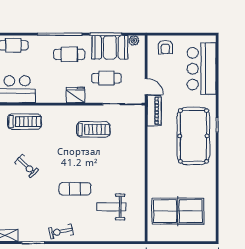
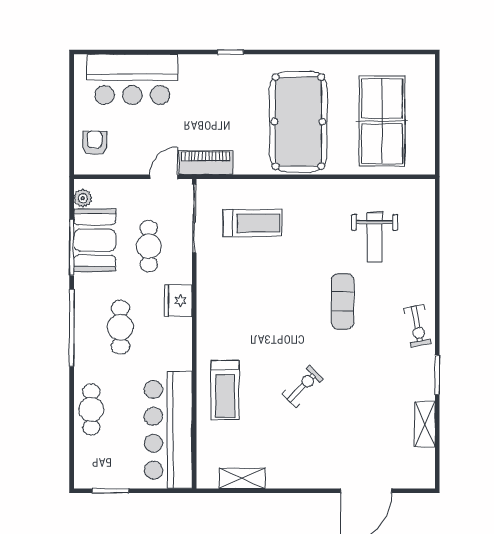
armchair: (165, 47) -> (94, 143), turned -89
cafe table: (69, 54) -> (120, 327), moved
treadmill: (24, 122) -> (225, 390), turned 180
treadmill: (93, 129) -> (253, 223), moved, turned 90
pool table: (193, 136) -> (298, 122), moved, turned 90

